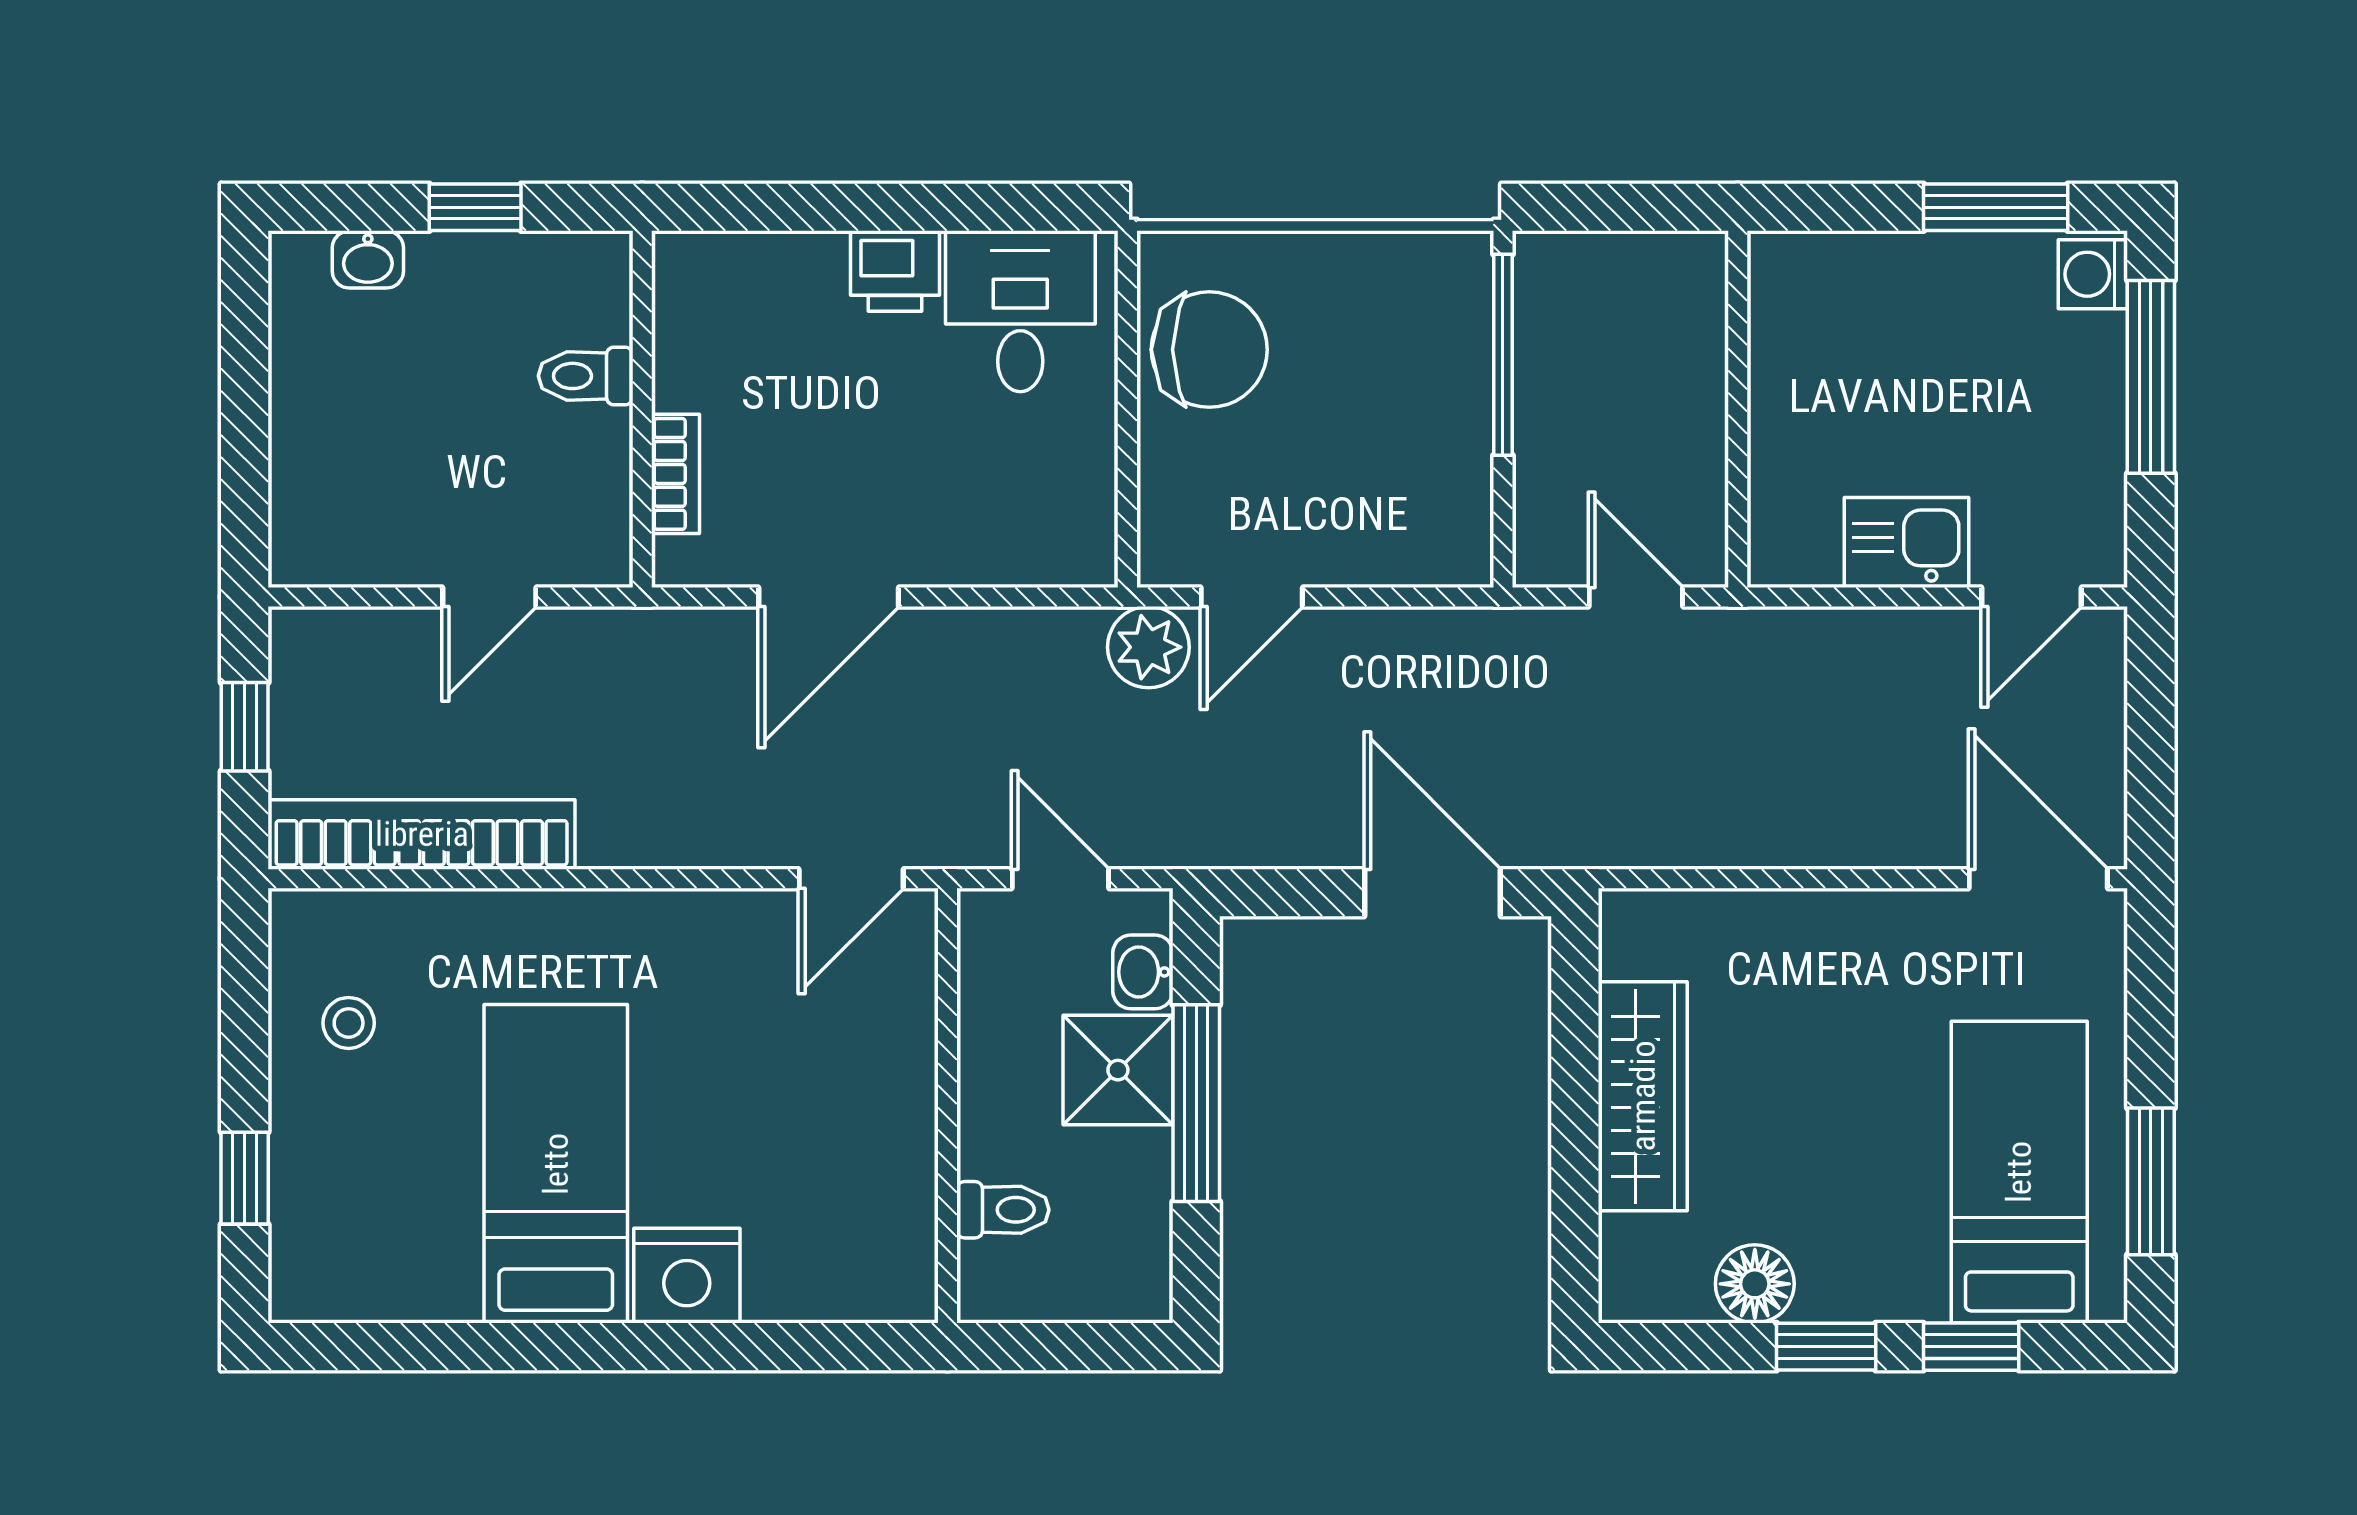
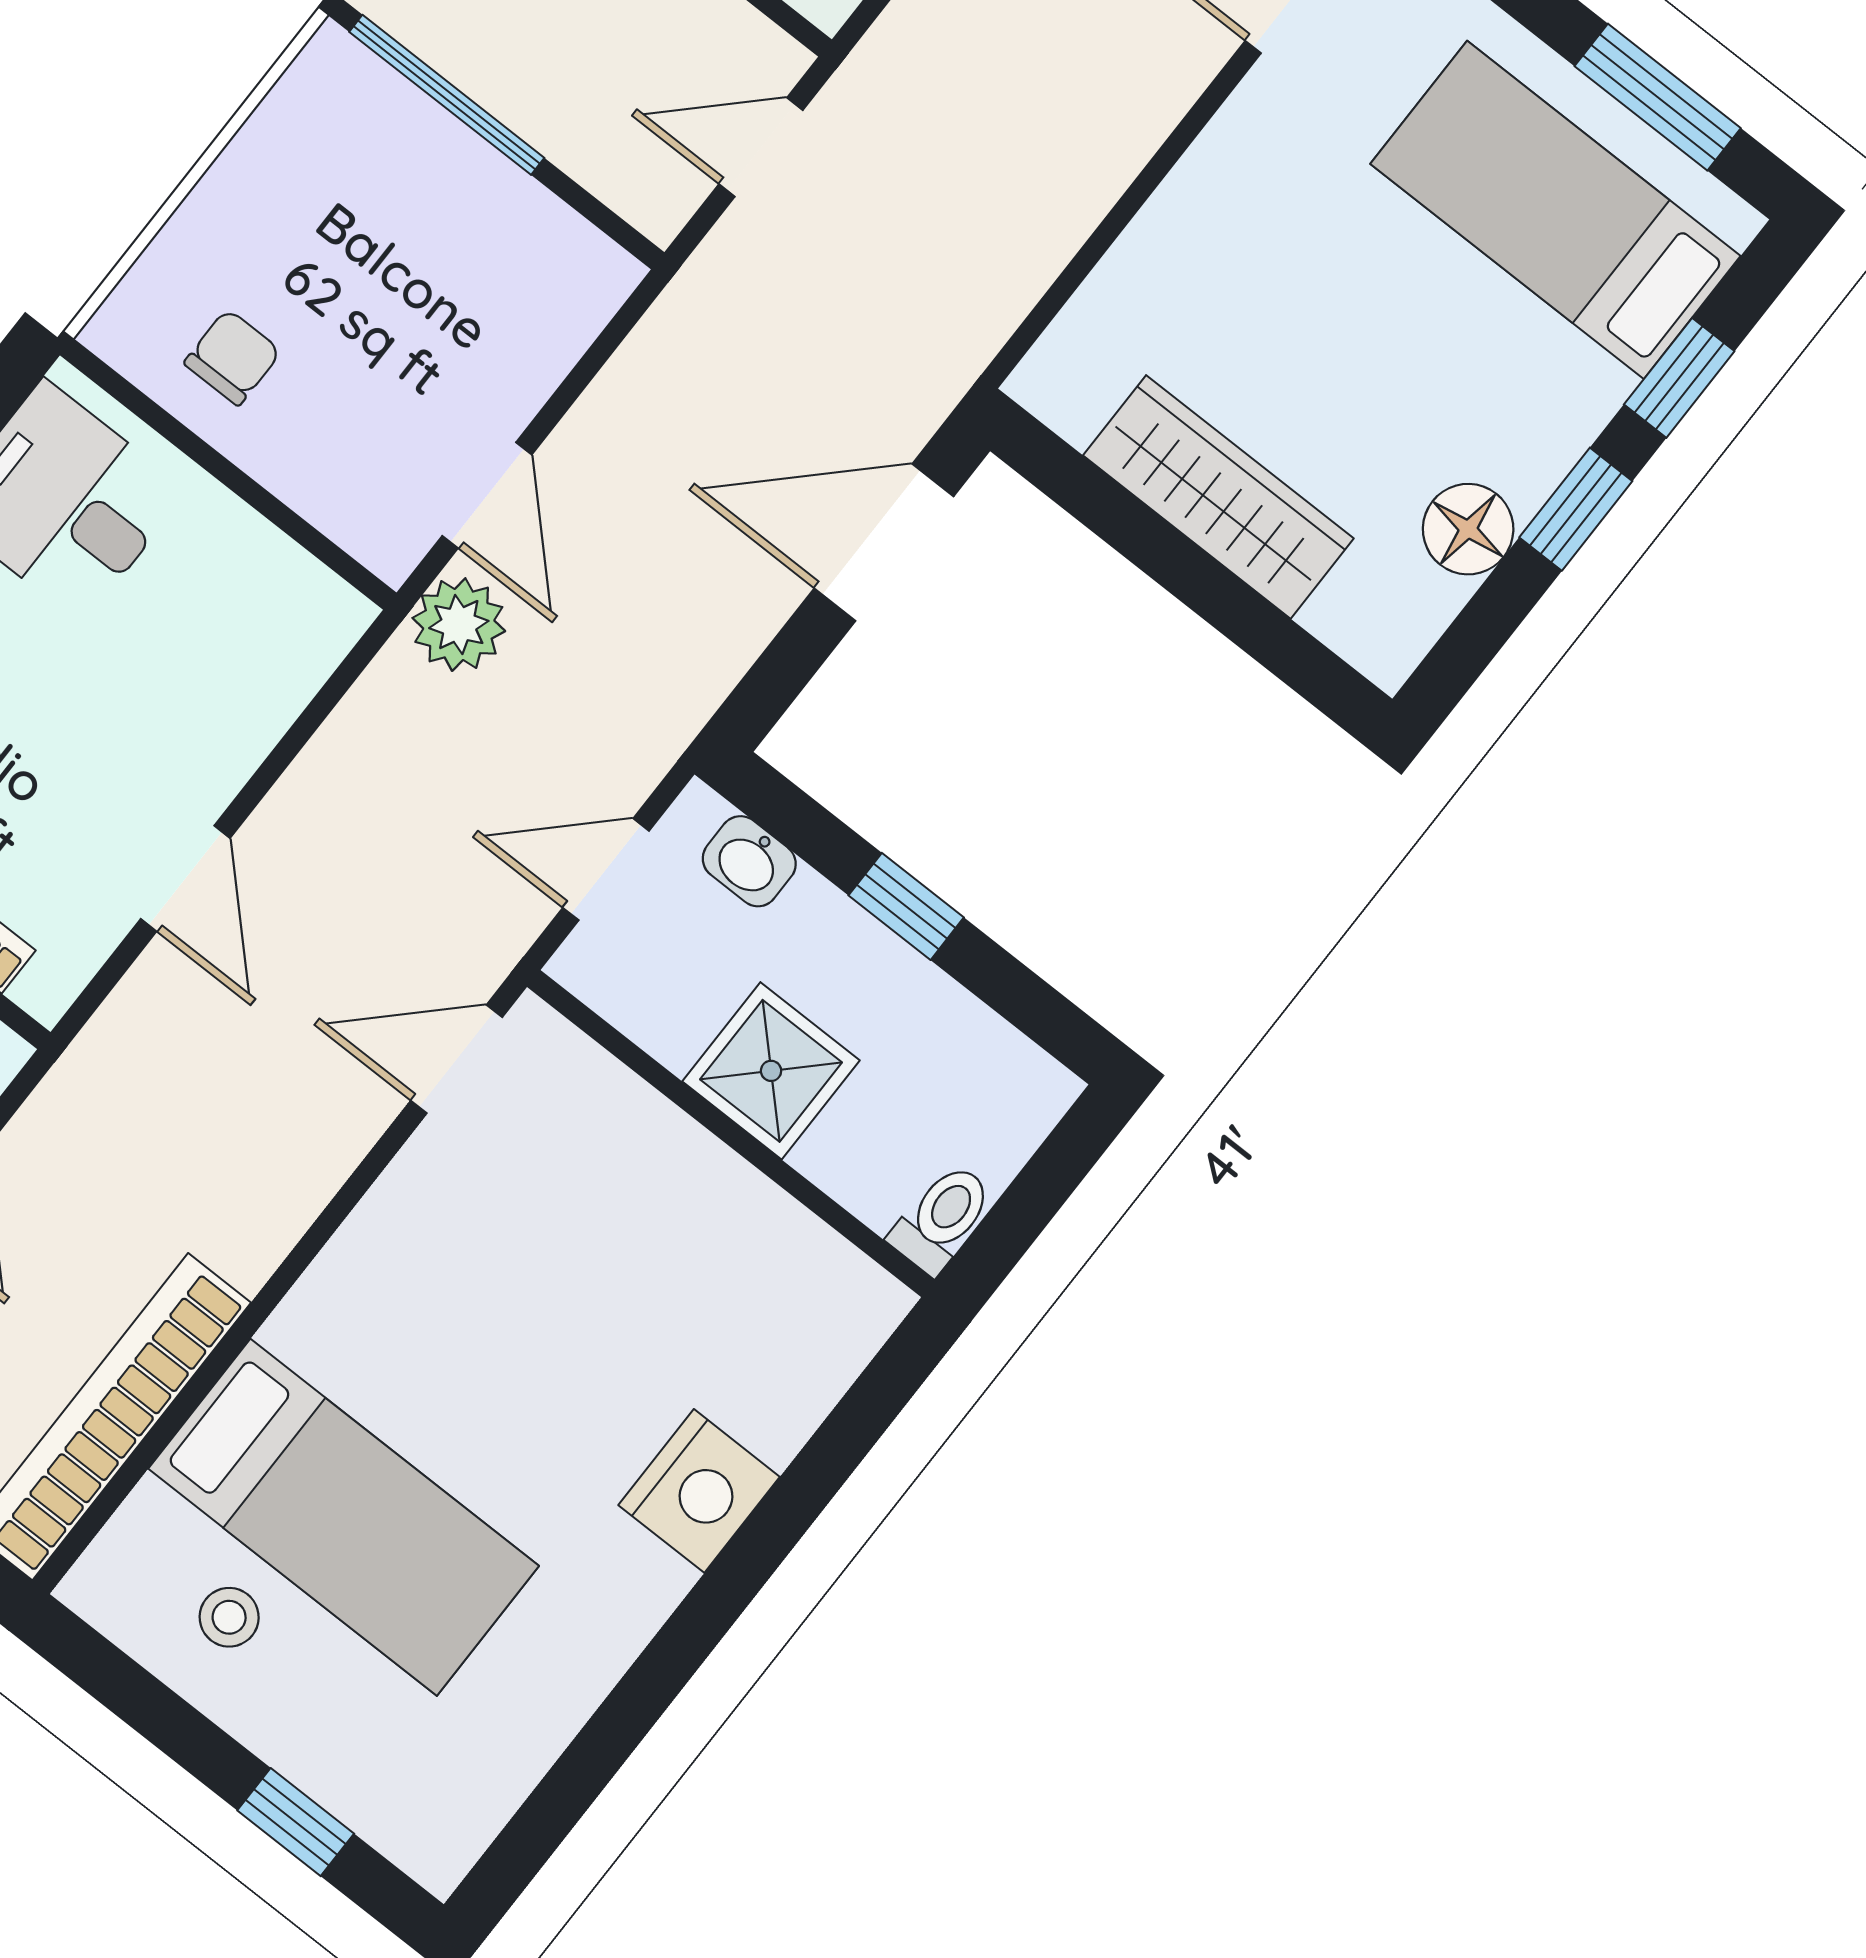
chair: (1209, 350) -> (233, 357), width x0.54, depth x0.54
door: (829, 597) -> (185, 878), width x0.73
door: (851, 879) -> (457, 1059), swing flipped
shower: (1118, 1070) -> (771, 1071), moved
window: (1196, 1103) -> (906, 906), width x0.46
bed: (556, 1164) -> (344, 1517), moved, turned 180
toilet: (1003, 1210) -> (942, 1218), moved

